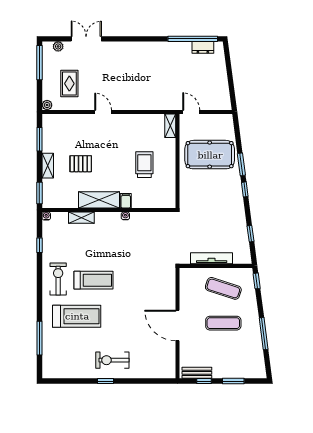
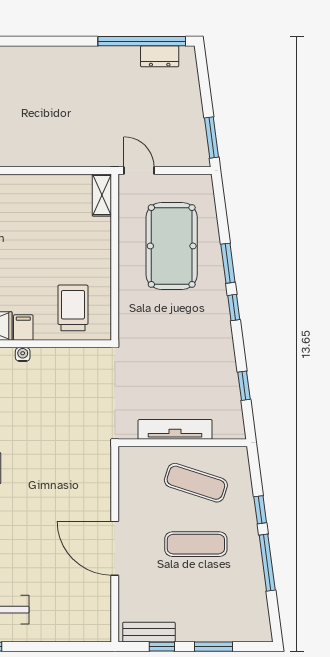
window: (232, 93) -> (211, 137), added
pool table: (210, 155) -> (172, 246), turned 90
trolley: (144, 165) -> (73, 308), moved
window: (257, 281) -> (260, 510), moved

